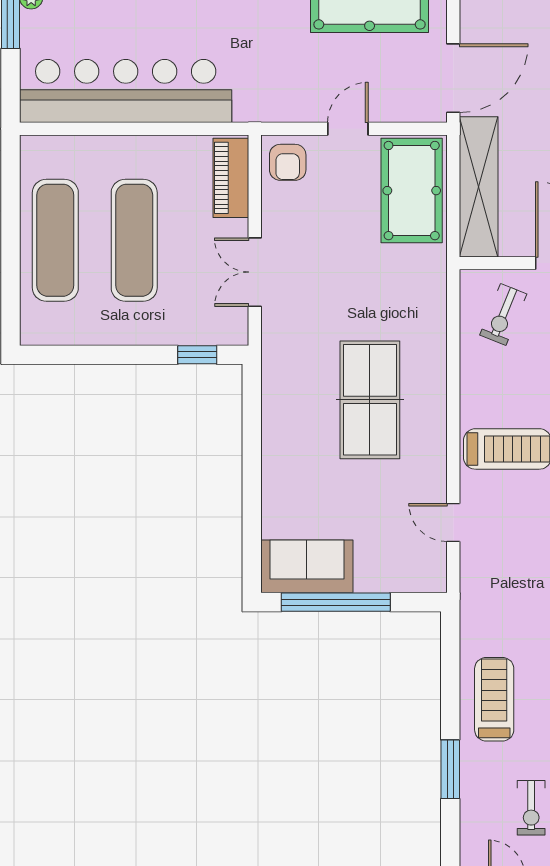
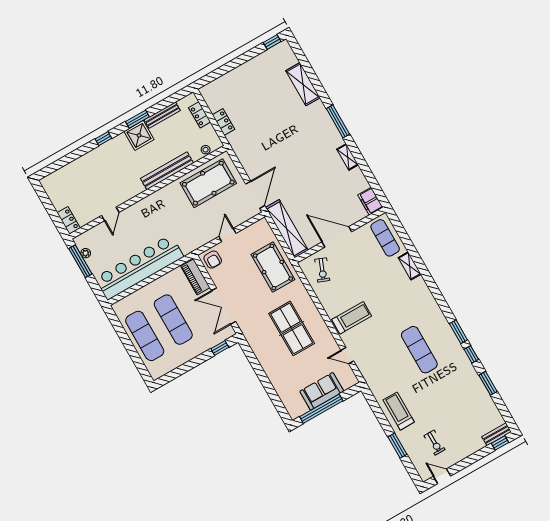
pool table: (412, 191) -> (273, 267), moved
double door: (255, 272) -> (224, 306), width x1.37
sofa: (307, 566) -> (322, 391), moved

